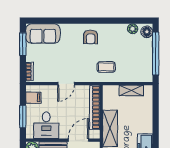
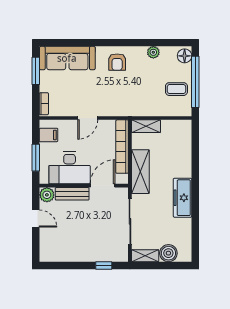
plant: (133, 29) -> (153, 52), moved
sofa: (43, 34) -> (67, 58), width x1.36
coffee table: (106, 67) -> (176, 89), moved
shelving: (131, 90) -> (146, 126), moved
desk: (46, 125) -> (70, 168), width x1.37

